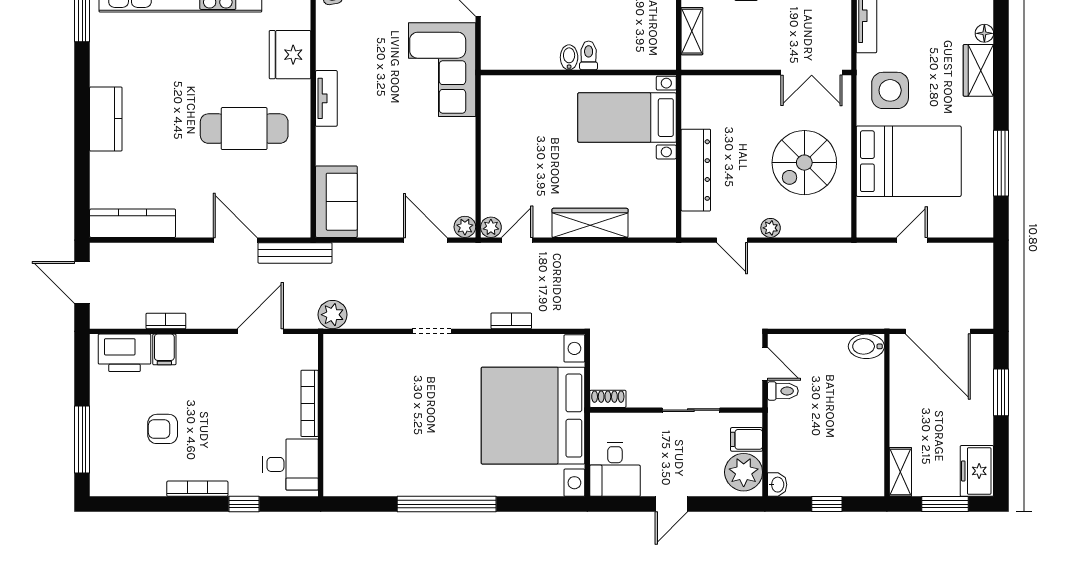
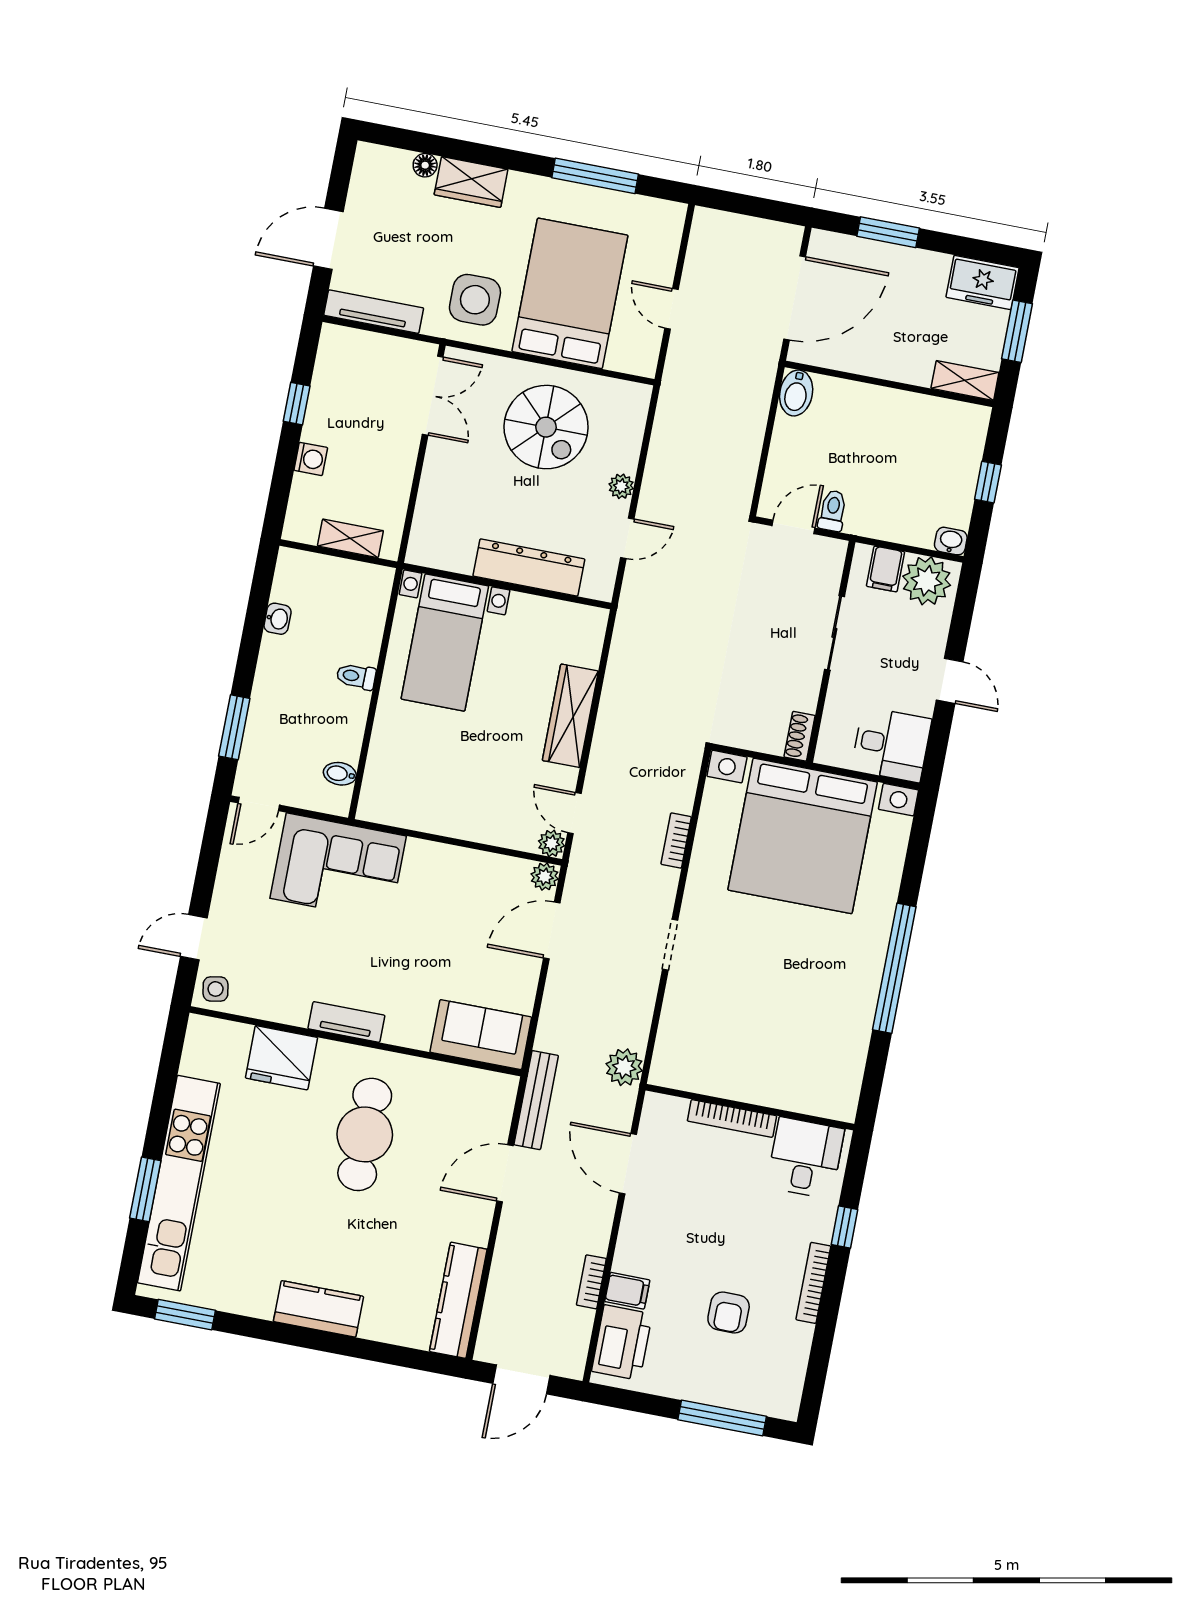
bidet: (569, 57) -> (340, 774), moved

